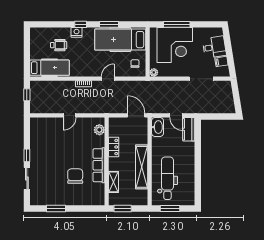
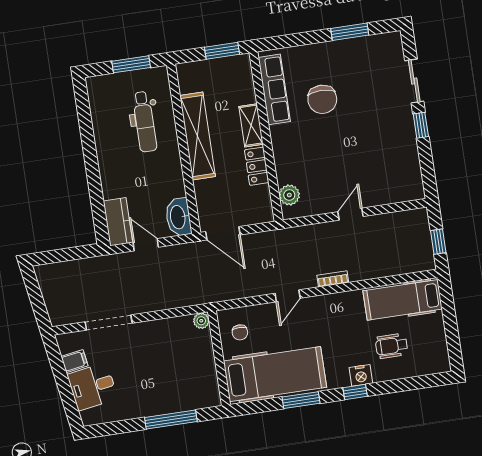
corner desk: (175, 45) -> (169, 379), removed
row of seats: (99, 165) -> (274, 89), moved
dental chair: (167, 178) -> (145, 122), width x0.73, depth x0.72
shelving: (113, 182) -> (251, 125), moved

